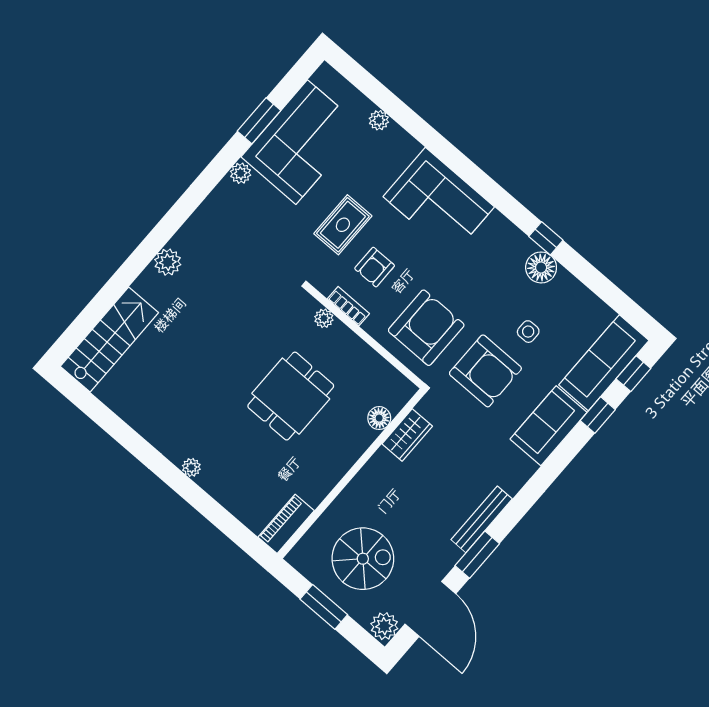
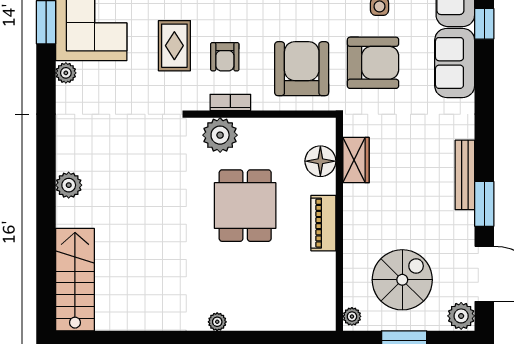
plant: (324, 318) -> (220, 135), width x1.88, depth x1.88
floor lamp: (379, 418) -> (320, 161), width x1.38, depth x1.38
piano: (286, 524) -> (323, 223), moved
plant: (299, 553) -> (352, 316), added

